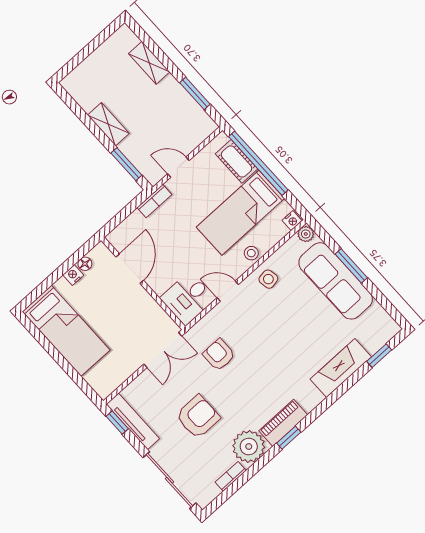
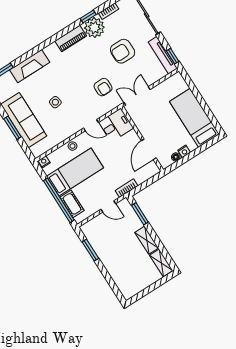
shelving: (149, 63) -> (161, 263), moved
plant: (306, 234) -> (37, 152), removed
side table: (268, 279) -> (55, 102), moved
window: (289, 438) -> (88, 17), moved

